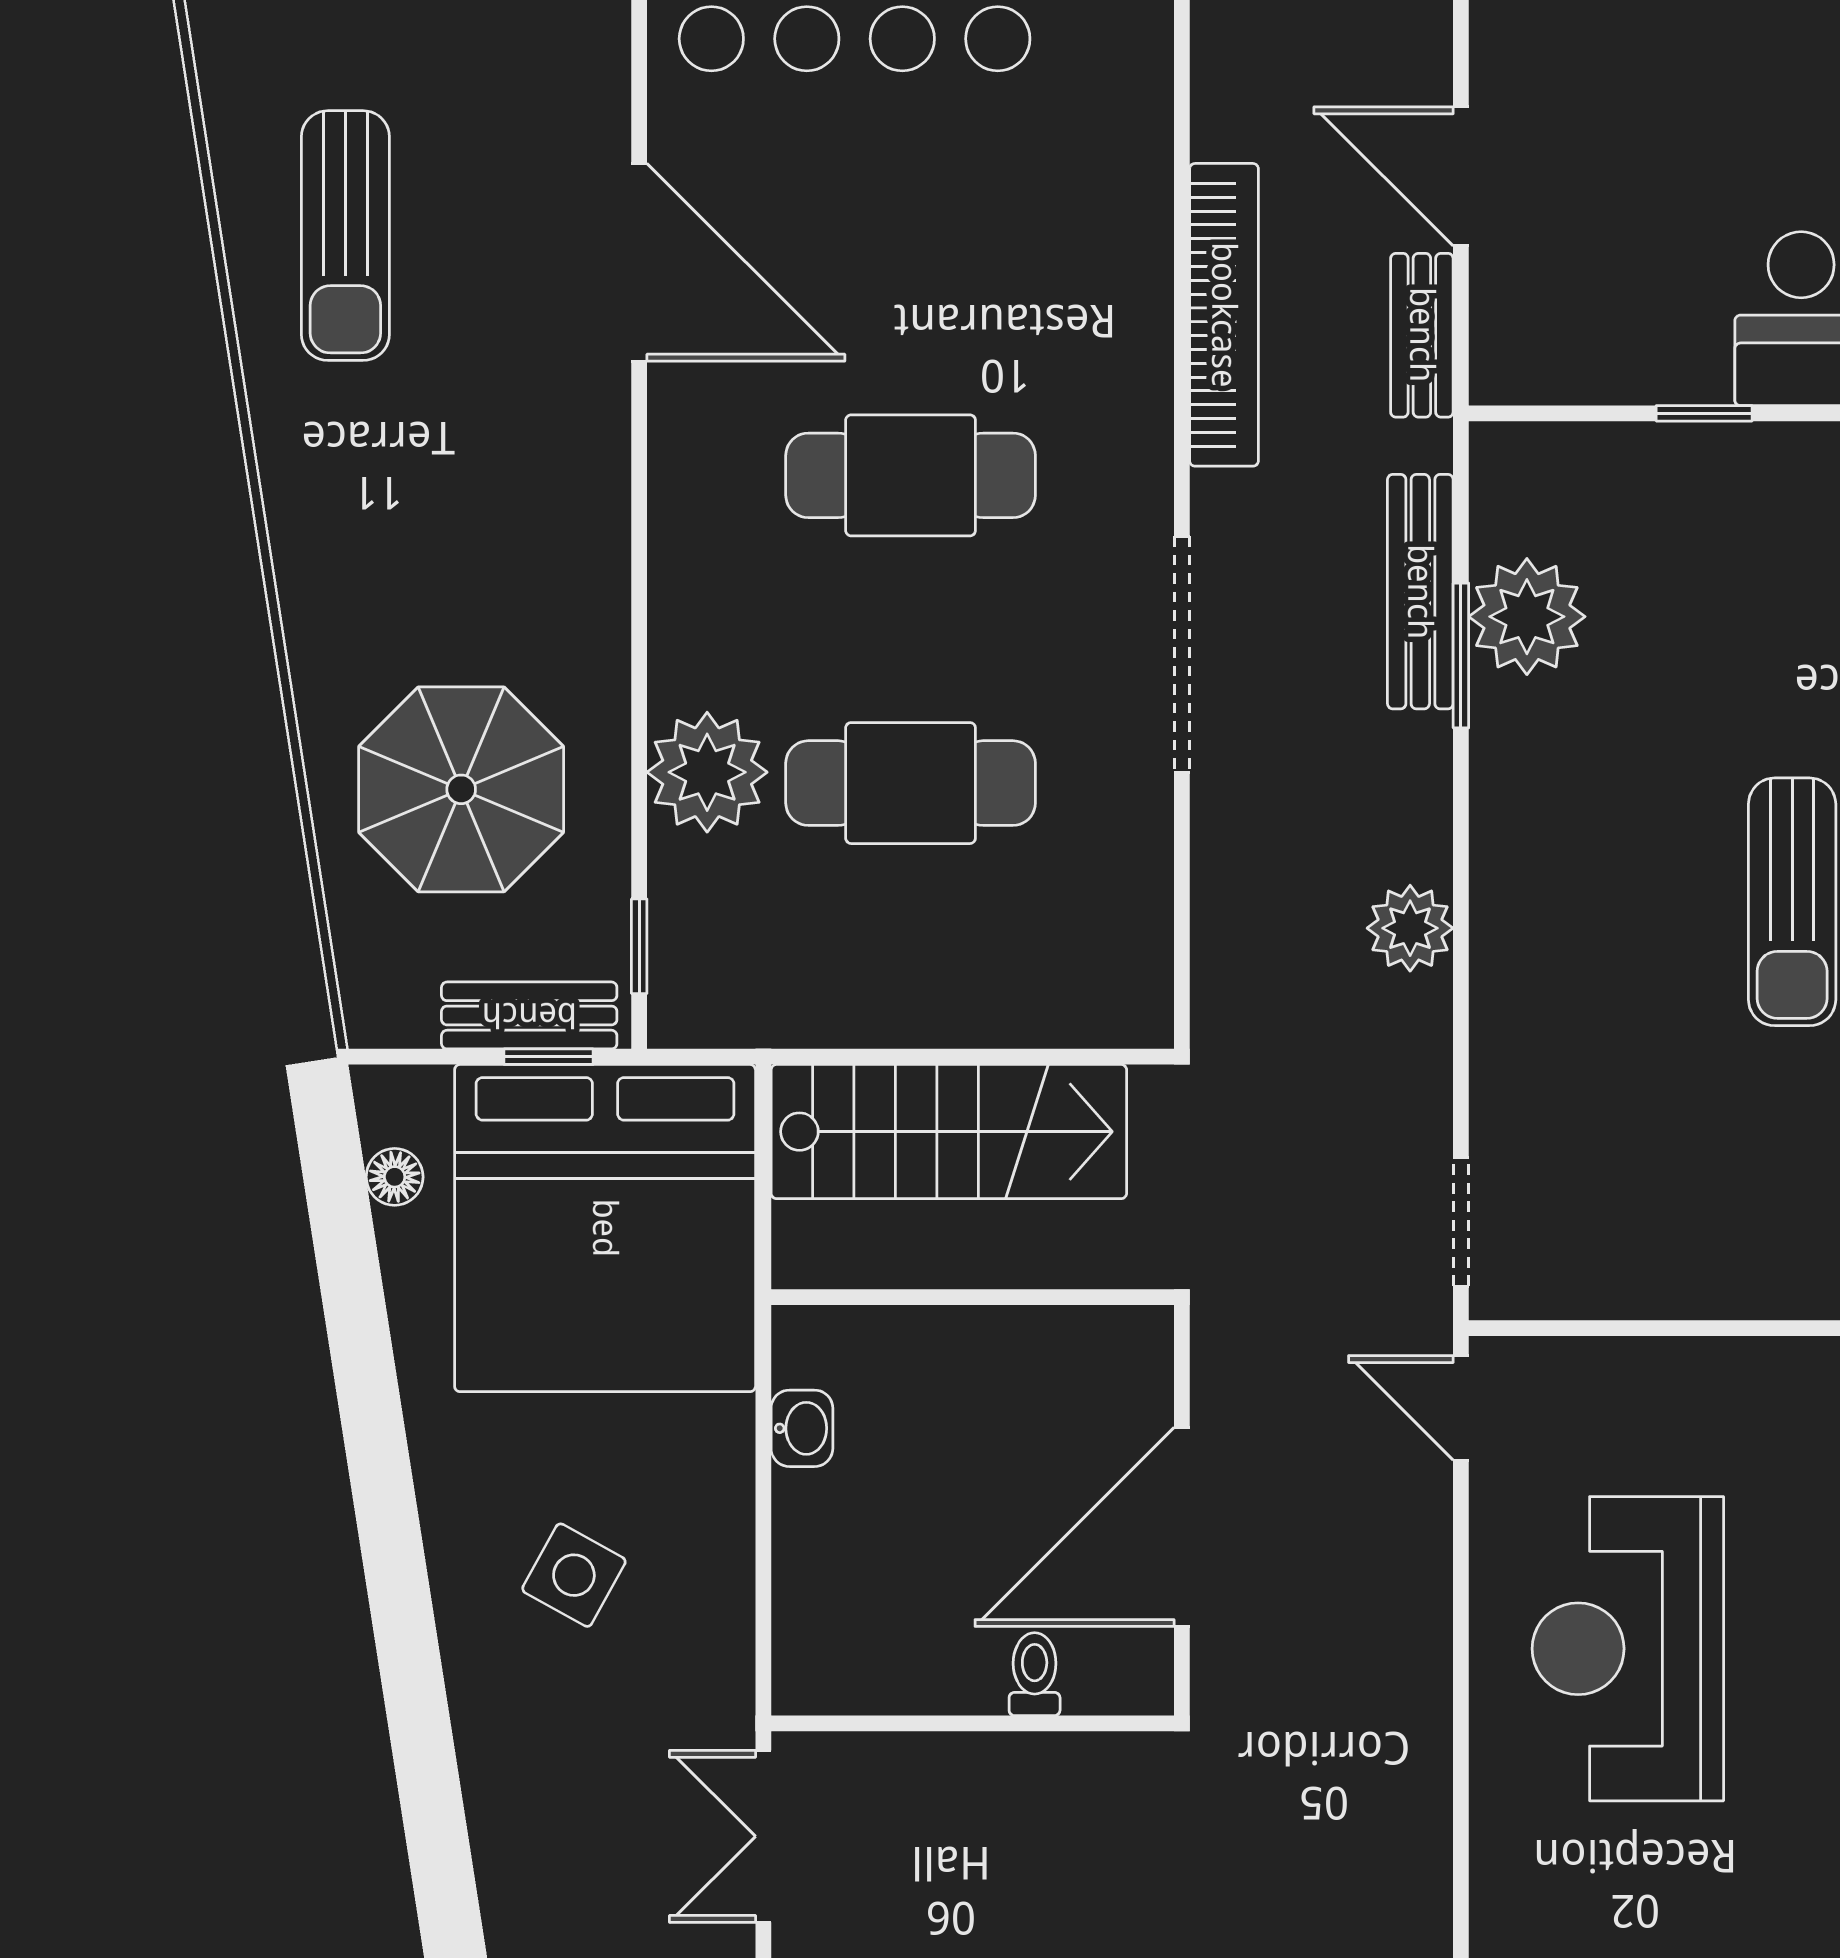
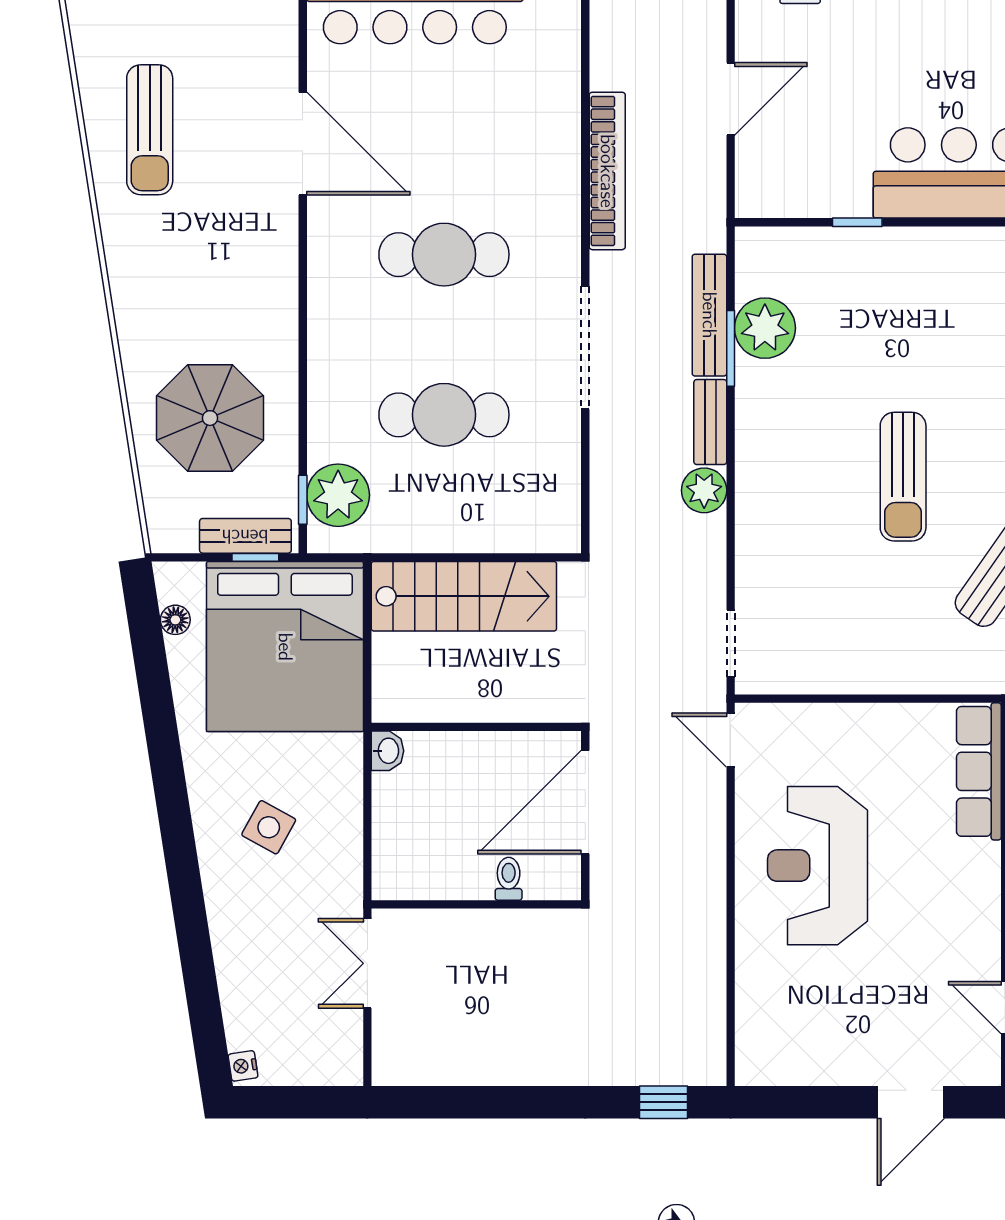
door: (1461, 176) -> (731, 99), swing flipped
bench: (1422, 335) -> (710, 422), moved
plant: (707, 772) -> (338, 495), moved
wall: (973, 1297) -> (476, 727), moved

